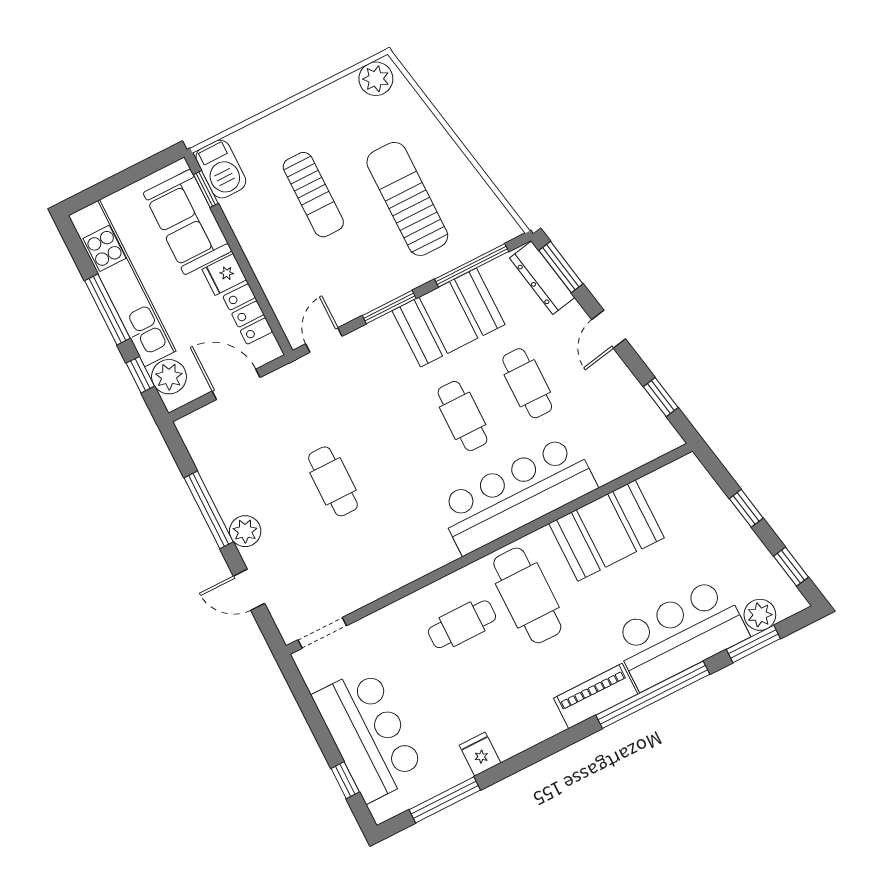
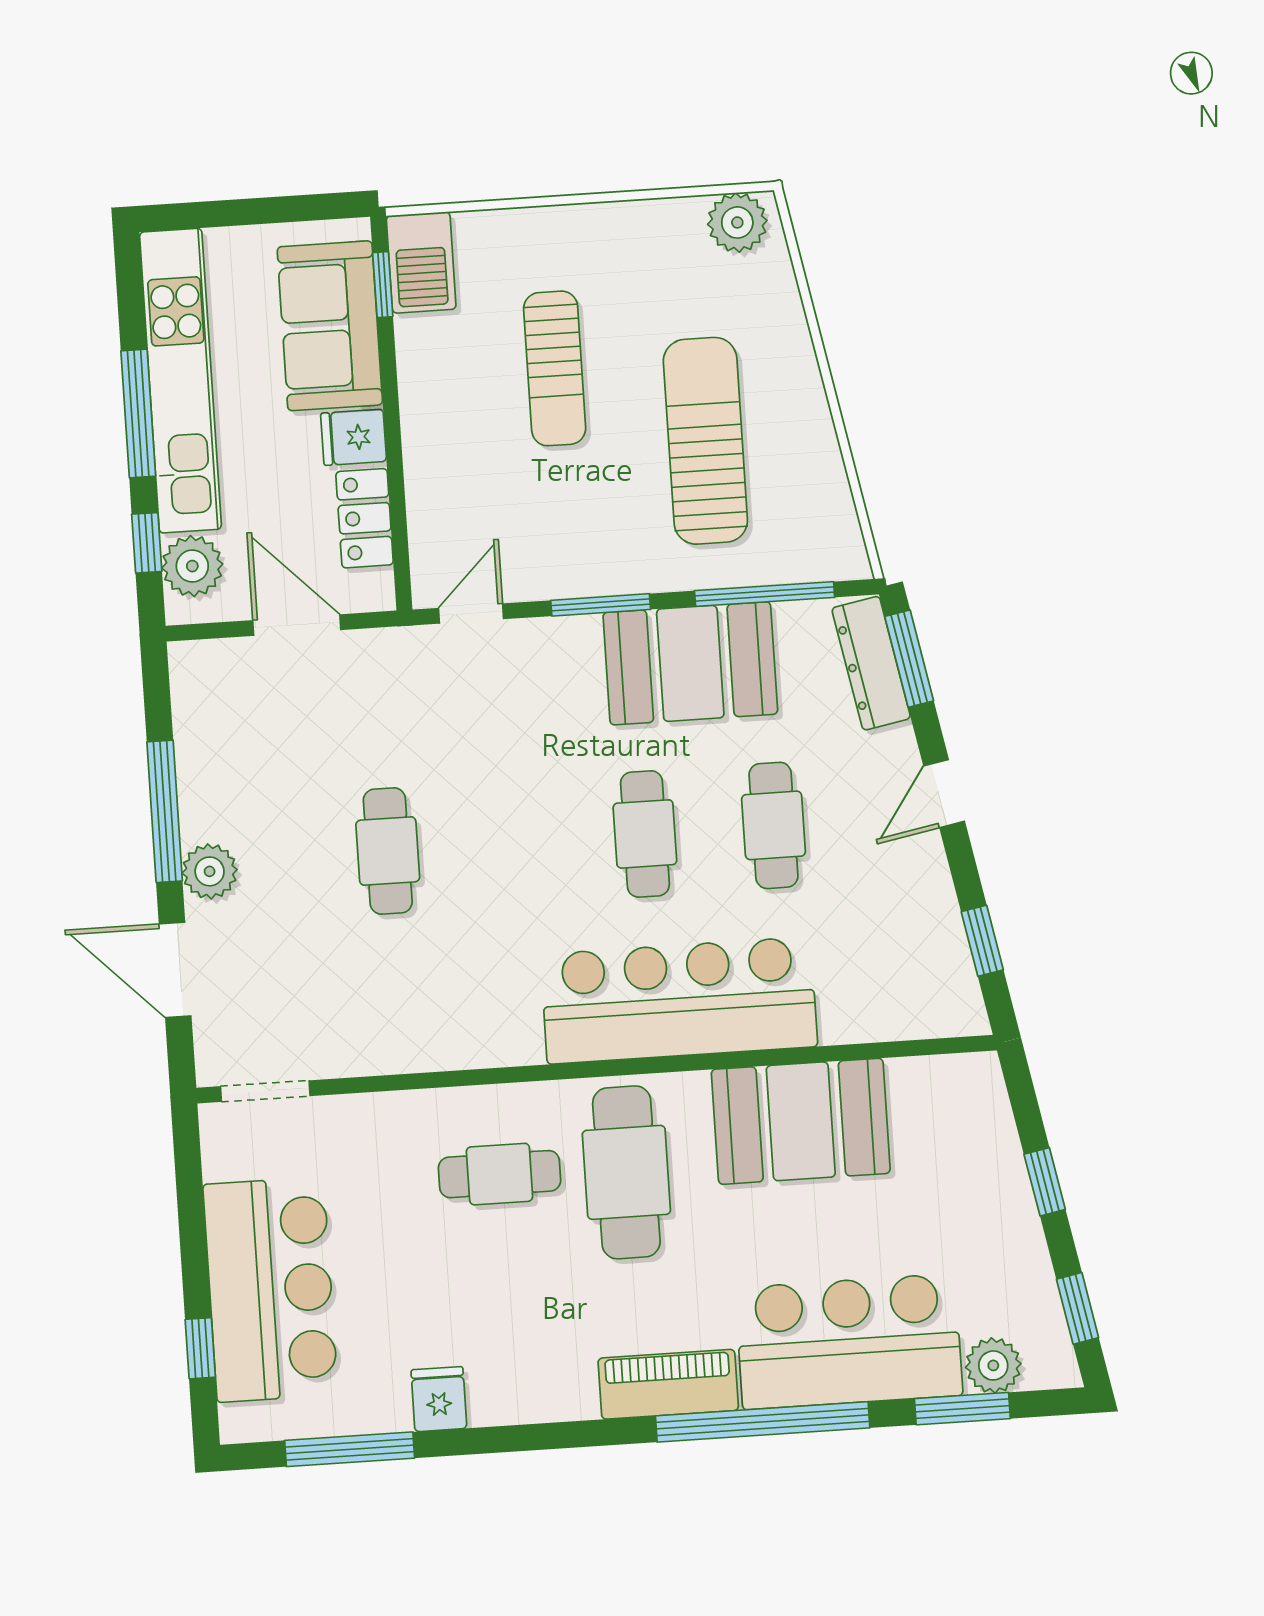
door: (249, 590) -> (175, 970), width x1.38

